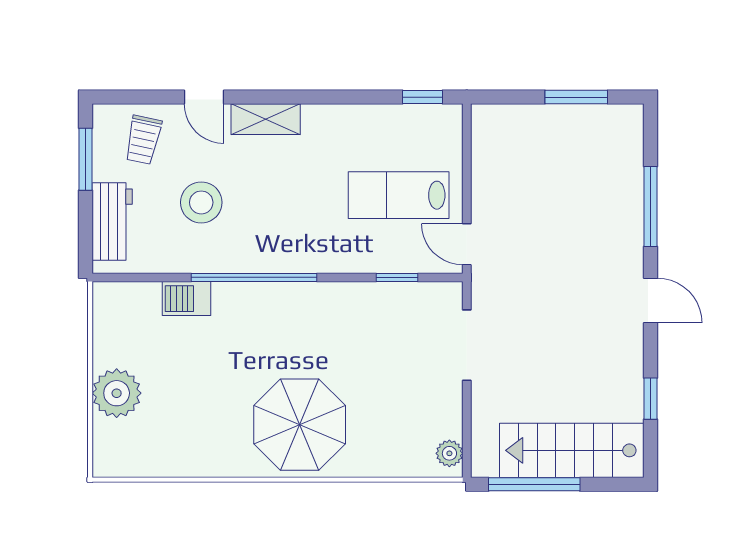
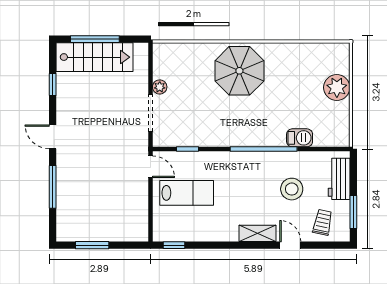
plant: (449, 453) -> (160, 87), moved
window: (534, 484) -> (95, 39), moved

